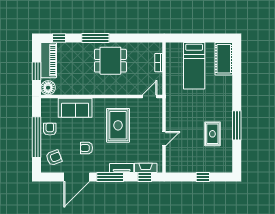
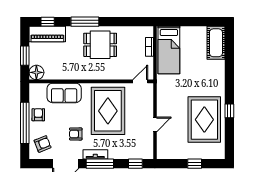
piano: (49, 60) -> (47, 34), moved, turned 90
bed: (194, 66) -> (169, 50), moved
rug: (118, 125) -> (108, 111), width x1.37, depth x1.44
window: (237, 125) -> (229, 111), width x0.46
rug: (212, 134) -> (204, 120), width x1.86, depth x2.06
tv unit: (122, 168) -> (95, 154), moved
fireplace: (146, 168) -> (136, 154), removed

